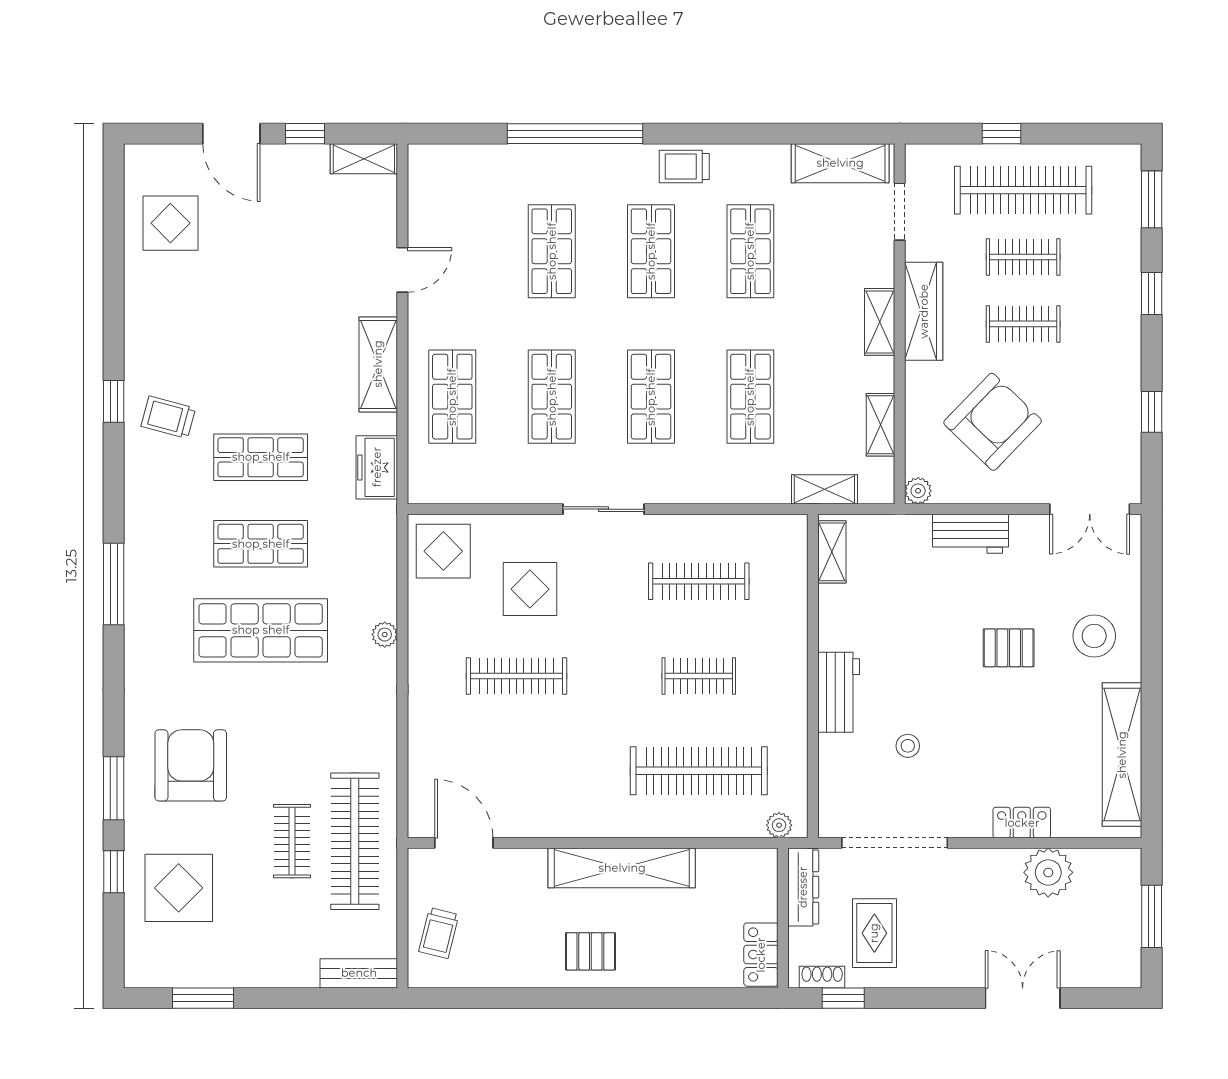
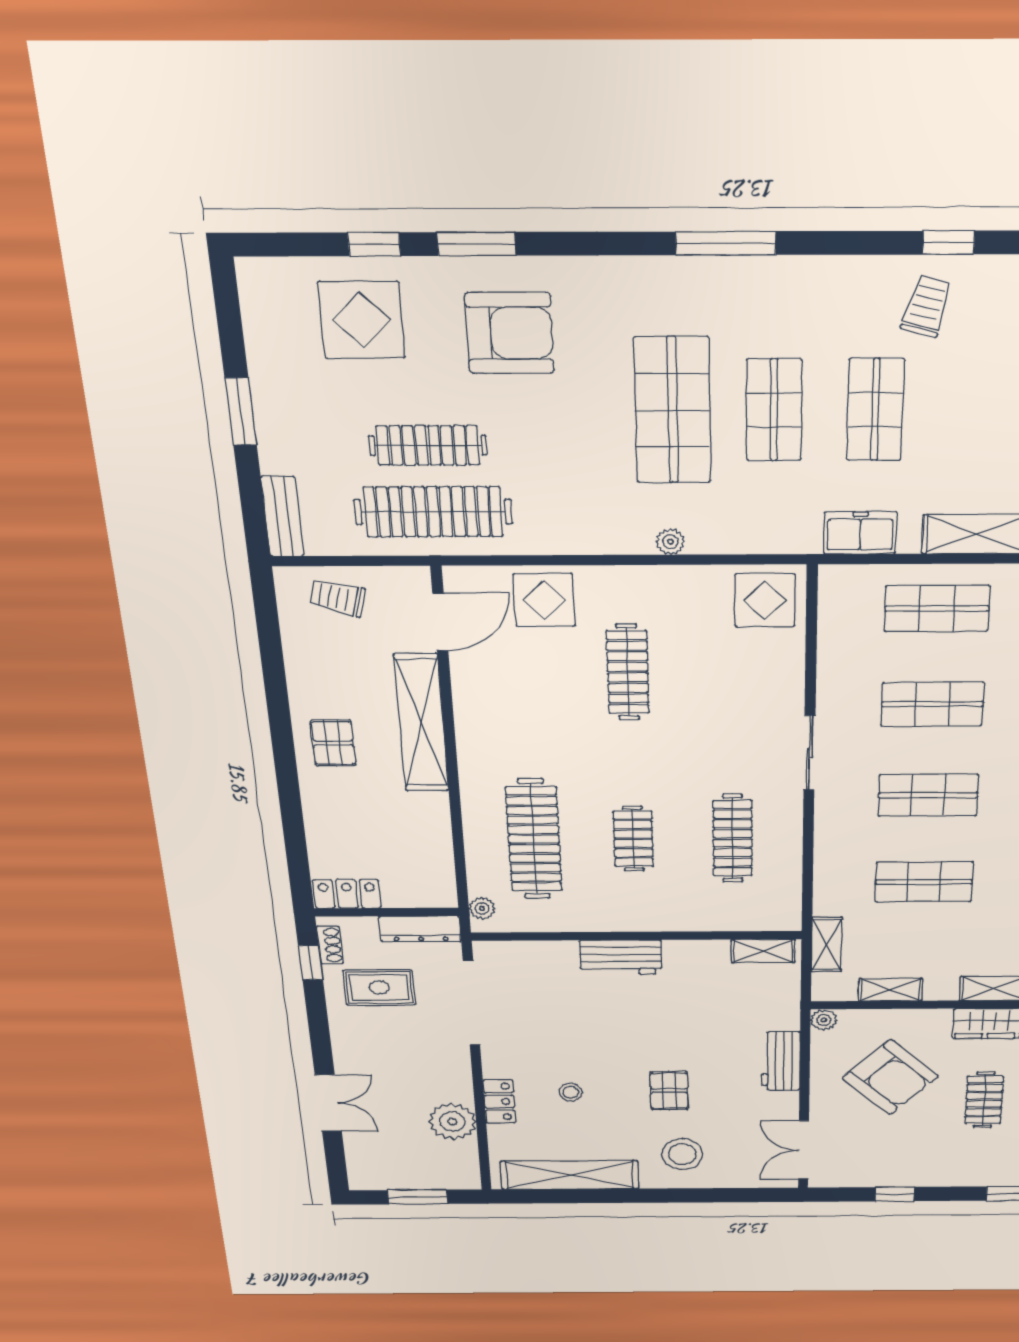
display table: (530, 589) -> (544, 600), moved
stool: (908, 746) -> (571, 1092), moved
clothes rail: (292, 841) -> (428, 445), width x1.36
shelving: (622, 868) -> (421, 723), moved
window: (203, 998) -> (241, 412), moved

